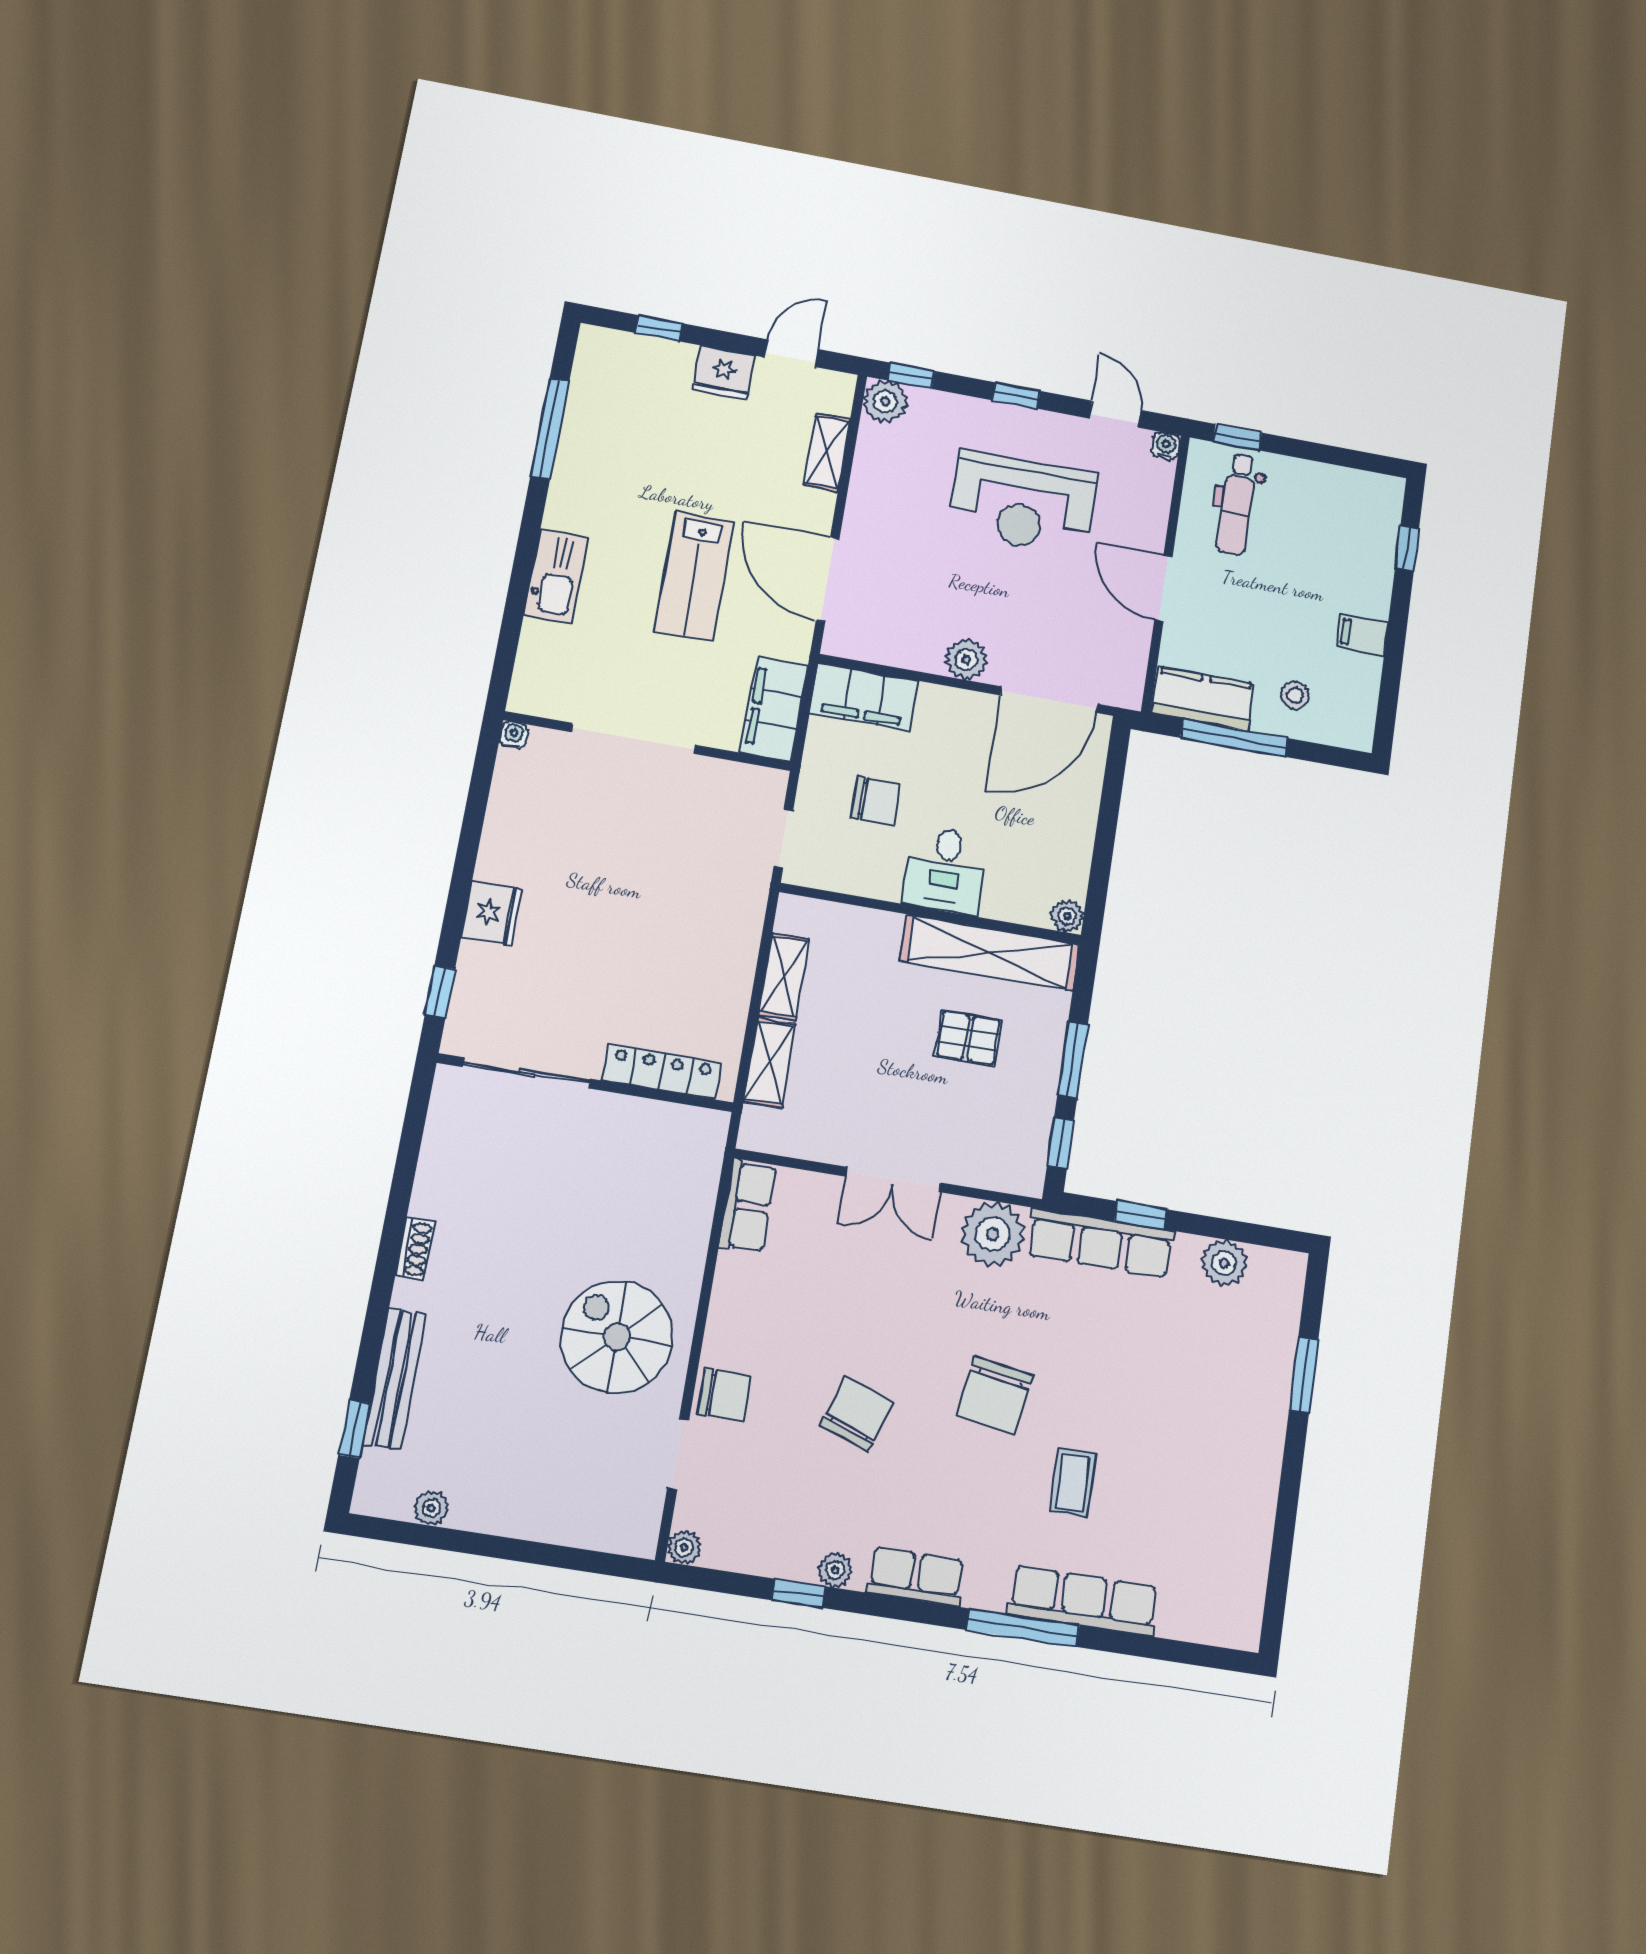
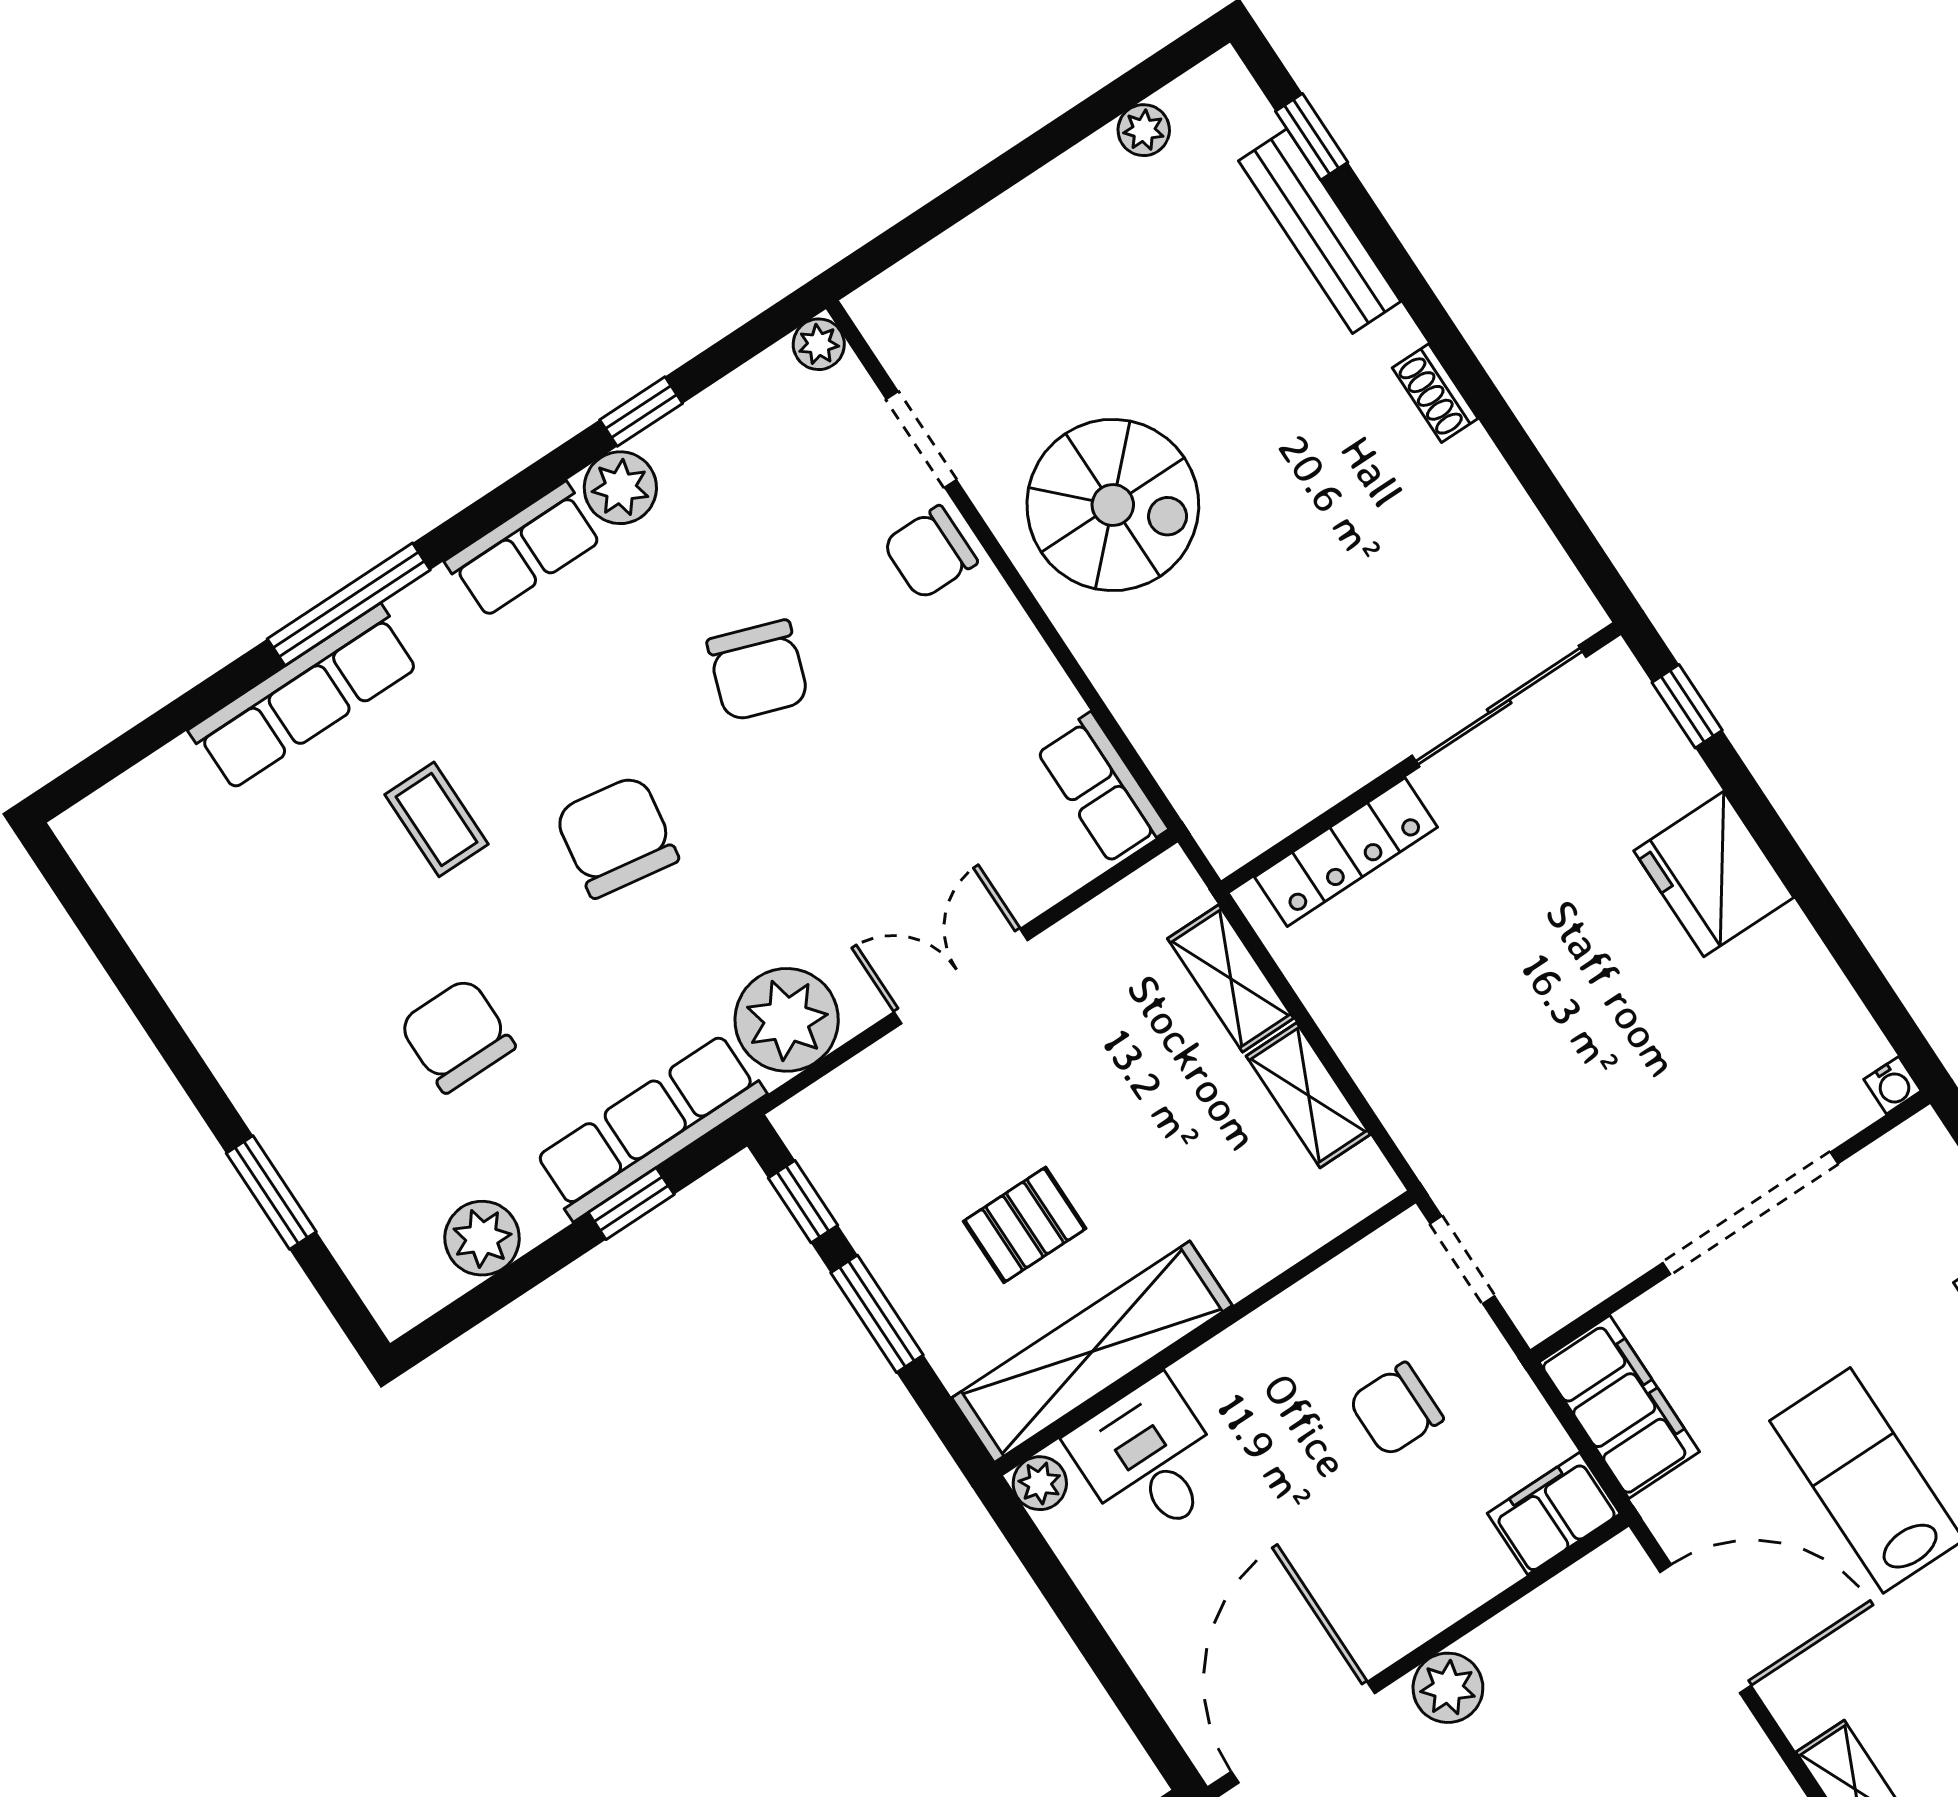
filing cabinet: (864, 697) -> (1554, 1513), width x0.67, depth x0.86
desk: (945, 870) -> (1149, 1460), moved
fridge: (492, 913) -> (1714, 874), width x1.36, depth x1.34
chair: (1153, 1369) -> (457, 1035), added
plant: (835, 1570) -> (620, 488), width x1.38, depth x1.38

